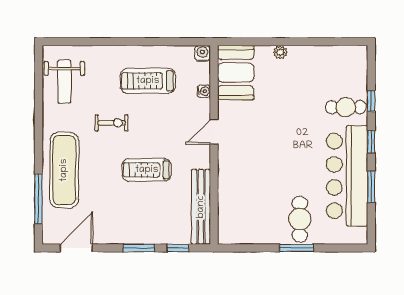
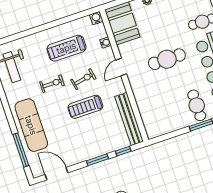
exercise bike: (157, 131) -> (83, 79), added
cafe table: (280, 142) -> (167, 59), added
door: (76, 248) -> (57, 174), hinge flipped

